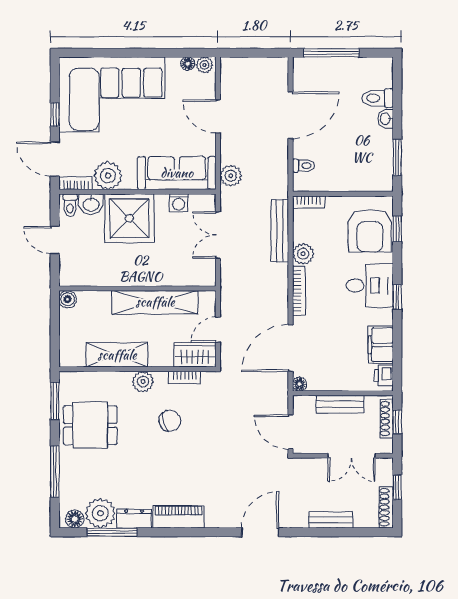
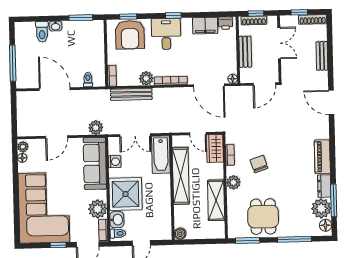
armchair: (370, 231) -> (130, 35), turned 90
bathtub: (188, 273) -> (161, 155), added

